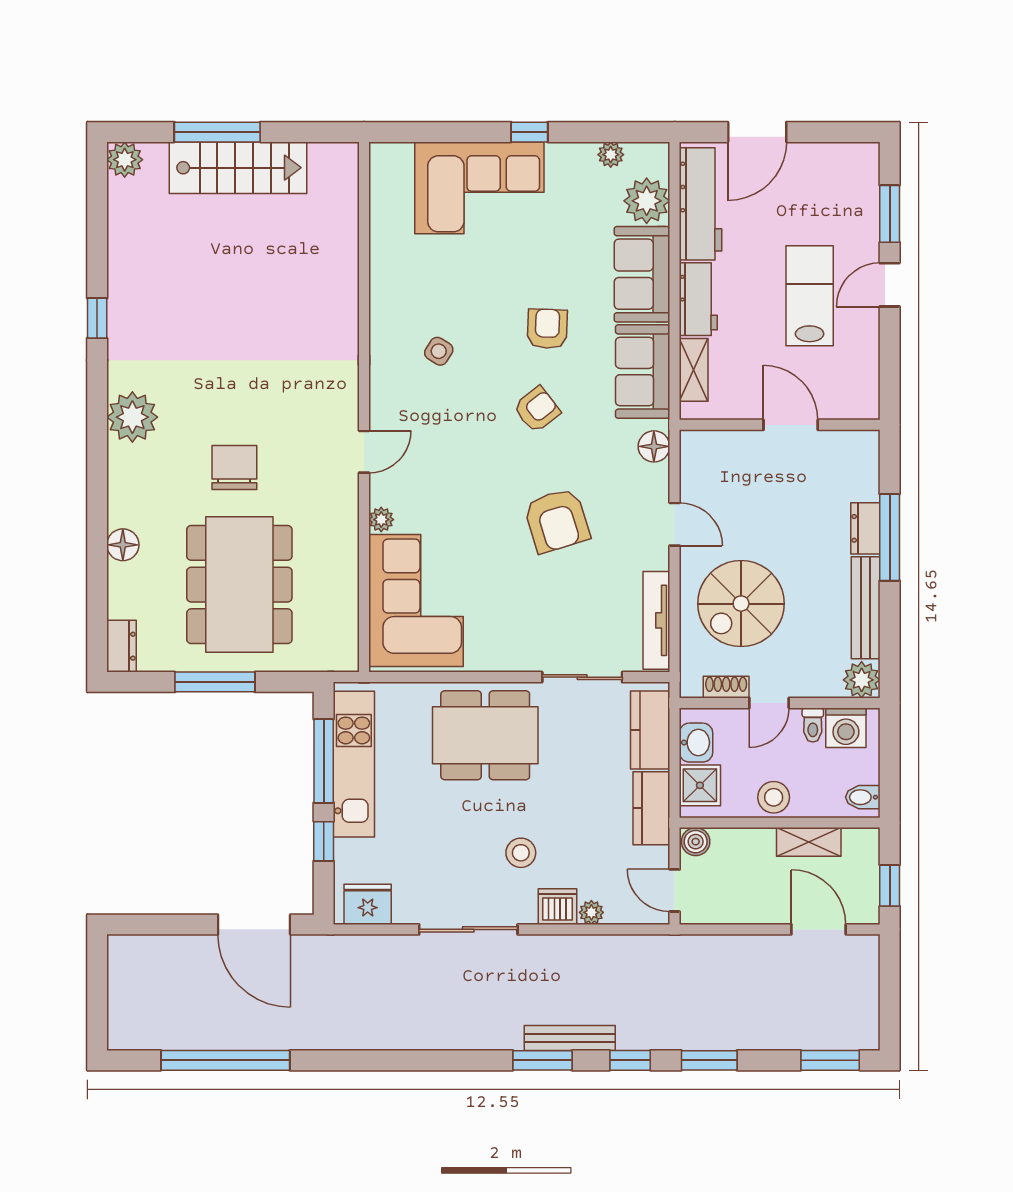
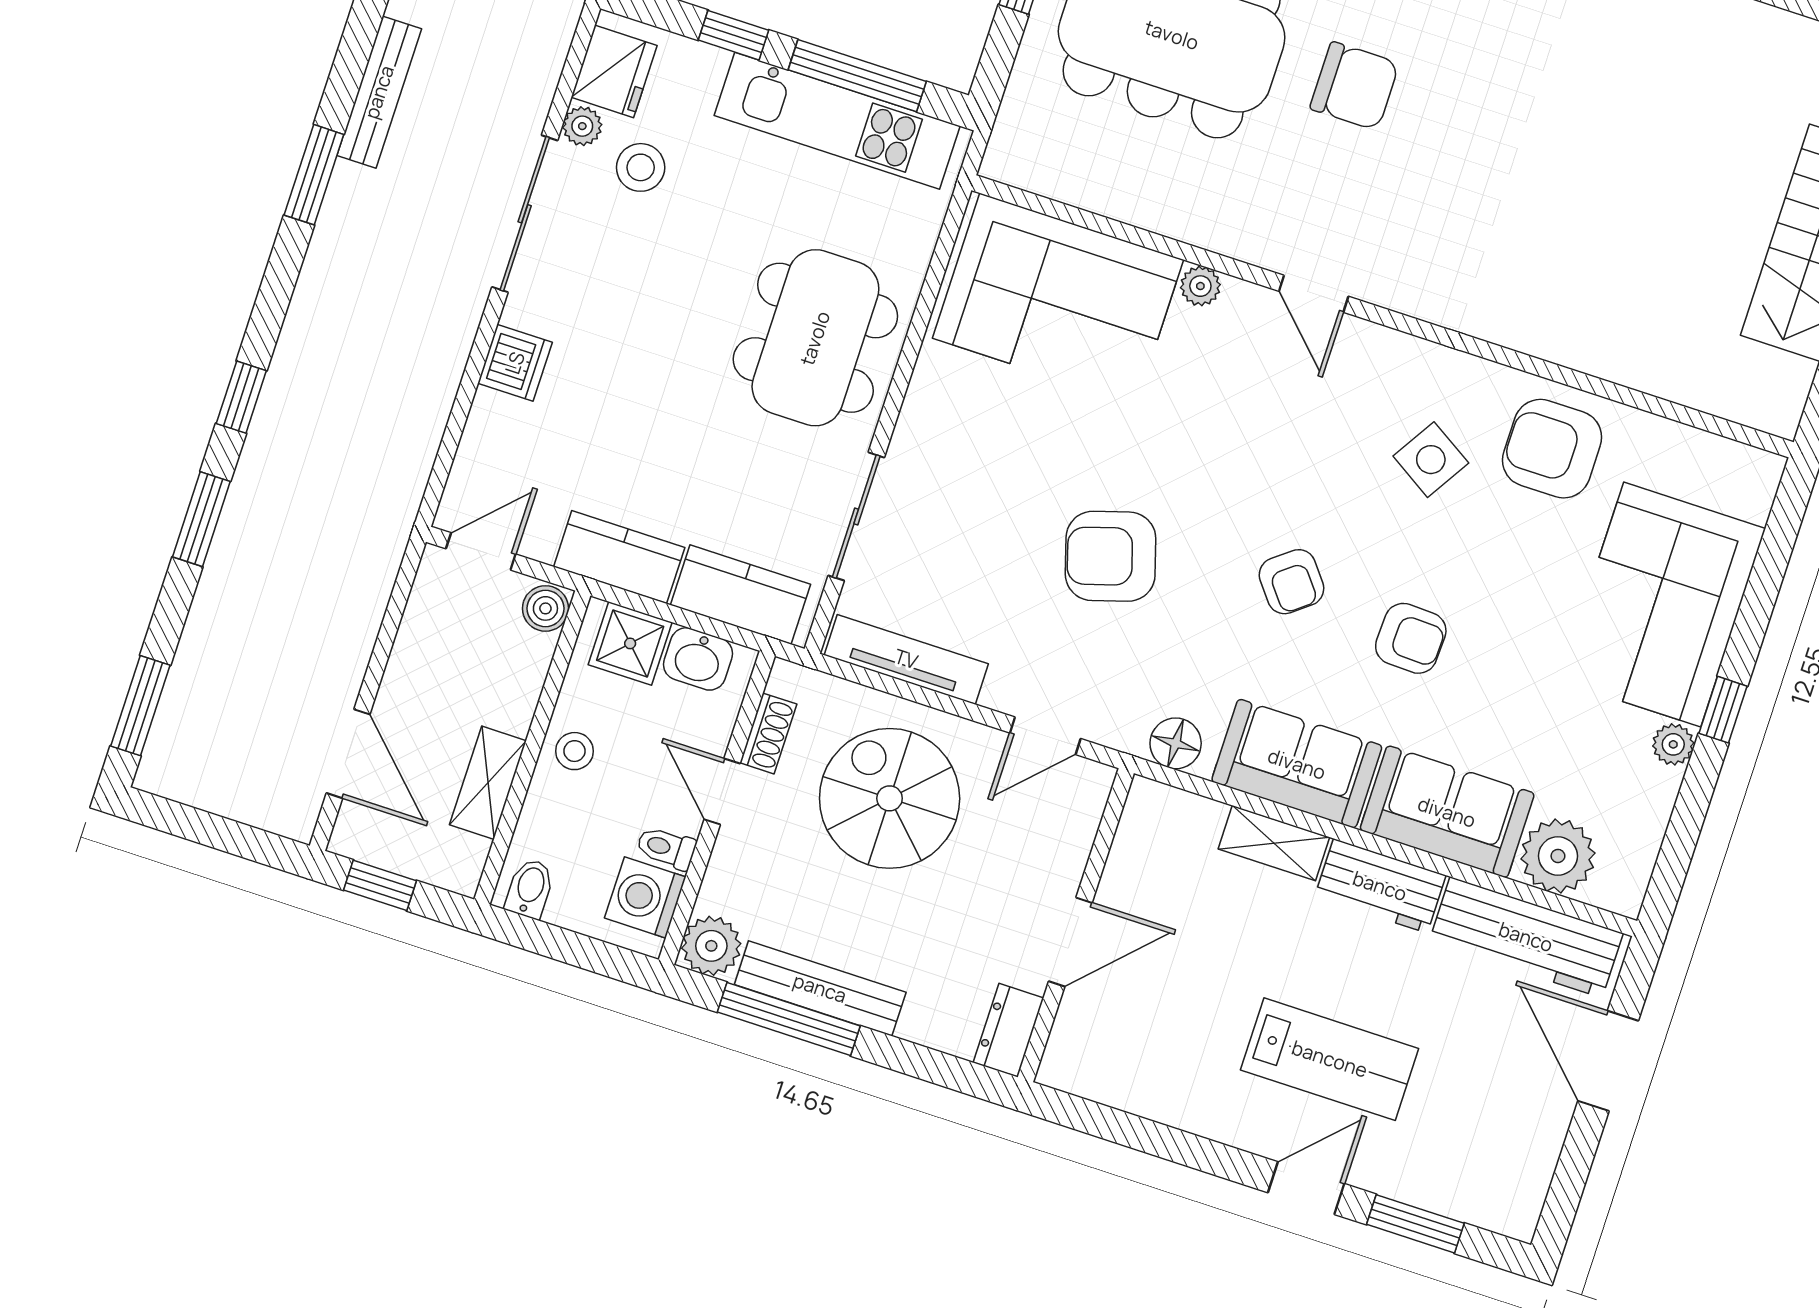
plant: (611, 155) -> (1673, 744), moved
armchair: (409, 282) -> (1552, 449), added
door: (890, 285) -> (1306, 1188), hinge flipped
side table: (439, 351) -> (1431, 460), width x1.37, depth x1.37
wall: (780, 425) -> (1076, 925), moved
door: (791, 425) -> (1070, 942), moved
dresser: (865, 528) -> (1008, 1030), moved, turned -90
window: (890, 537) -> (789, 1019), moved
stool: (774, 797) -> (574, 751), width x0.73, depth x0.73
stool: (521, 853) -> (641, 167), moved
plant: (591, 912) -> (582, 126), moved
door: (819, 929) -> (348, 754), hinge flipped
bench: (570, 1038) -> (379, 92), moved
window: (542, 1060) -> (314, 175), moved

